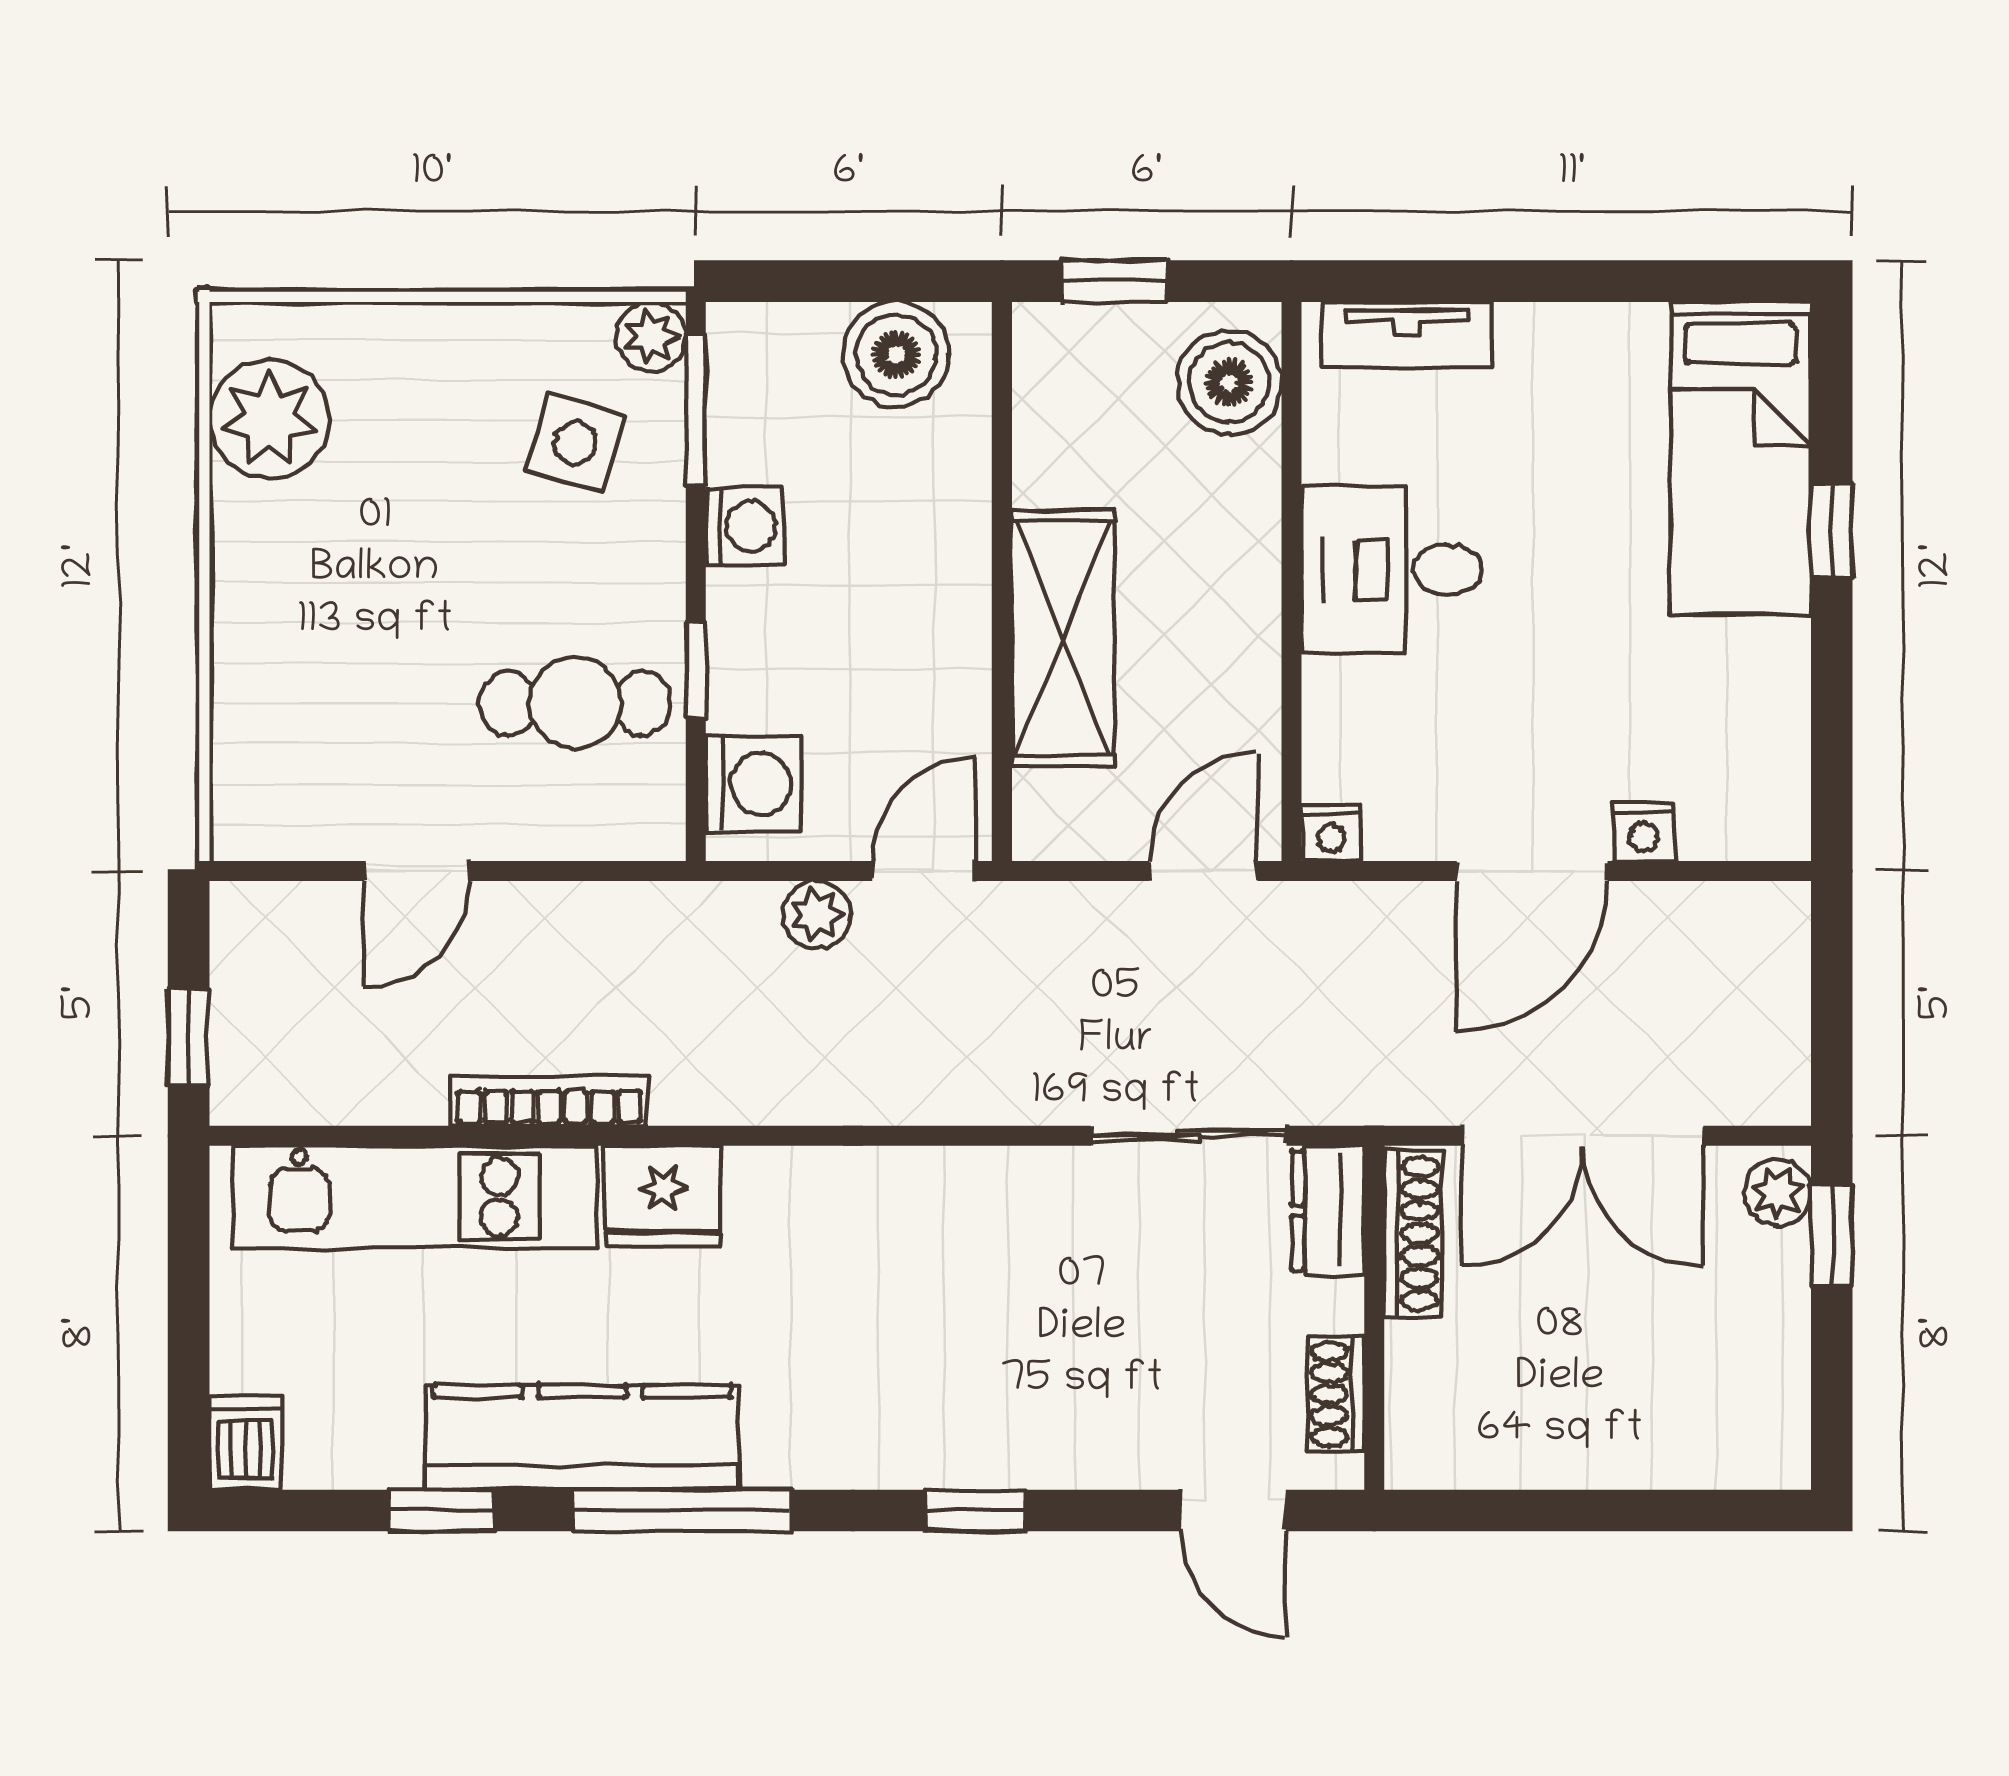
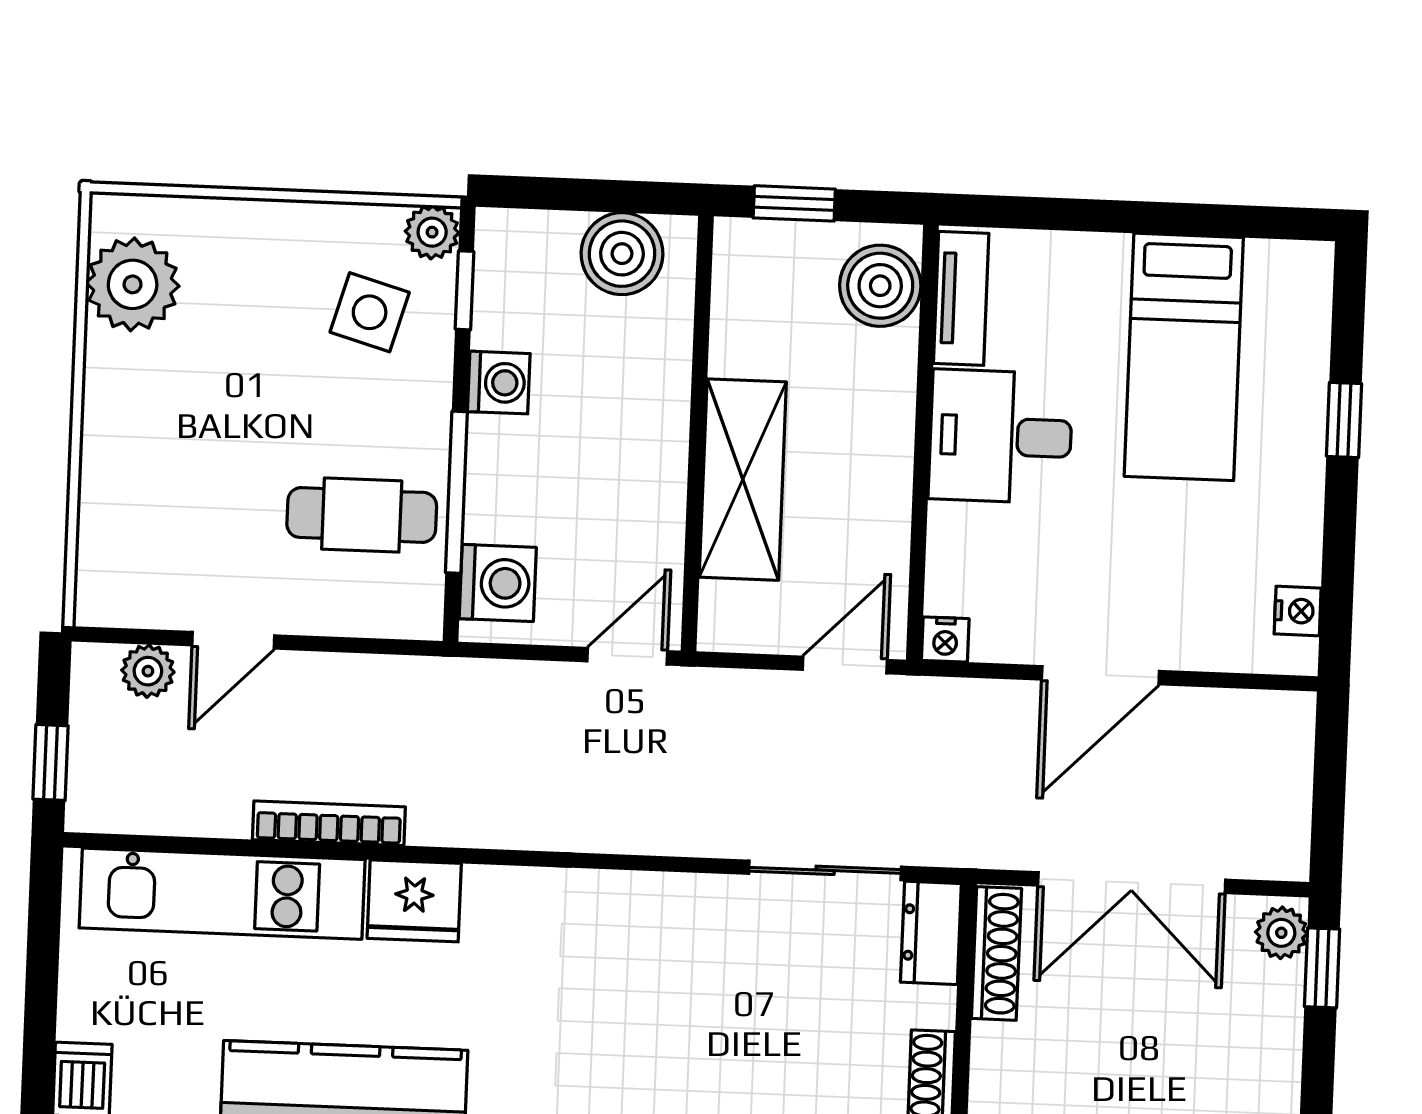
tv unit: (1407, 334) -> (961, 298), moved, turned -90
window: (696, 410) -> (465, 290), width x0.67
bed: (1741, 458) -> (1184, 357), moved
window: (696, 669) -> (456, 492), width x2.17
nightstand: (1644, 832) -> (1298, 611), moved, turned -90
plant: (817, 915) -> (148, 671), moved

